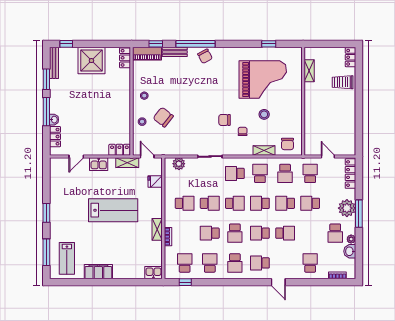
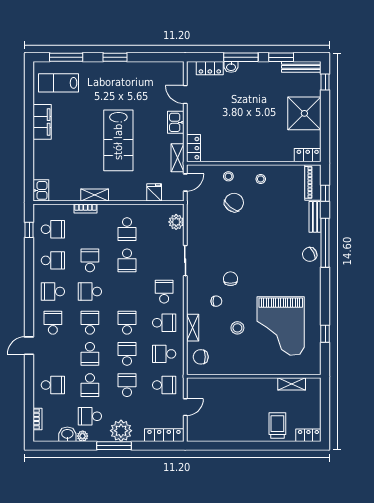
school desk: (235, 203) -> (90, 385), moved

